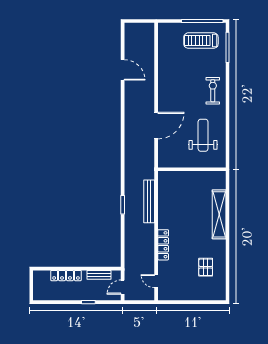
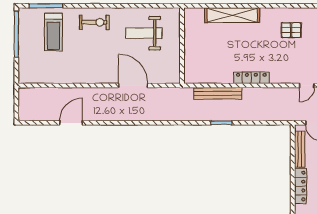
treadmill: (201, 41) -> (53, 32), moved
exercise bike: (213, 91) -> (94, 22), turned 180
locker: (163, 245) -> (251, 78), moved
bench: (99, 275) -> (300, 149), width x1.36

